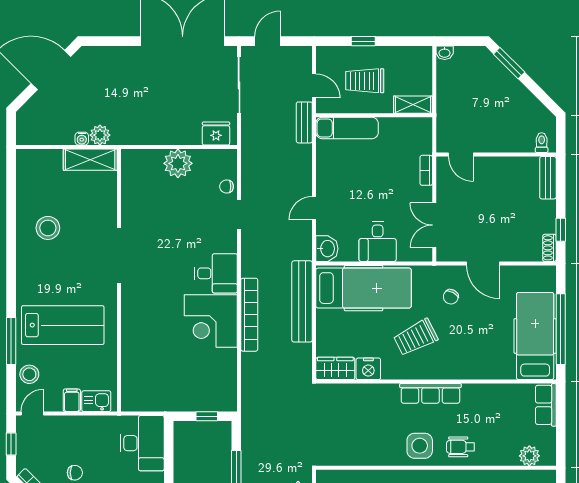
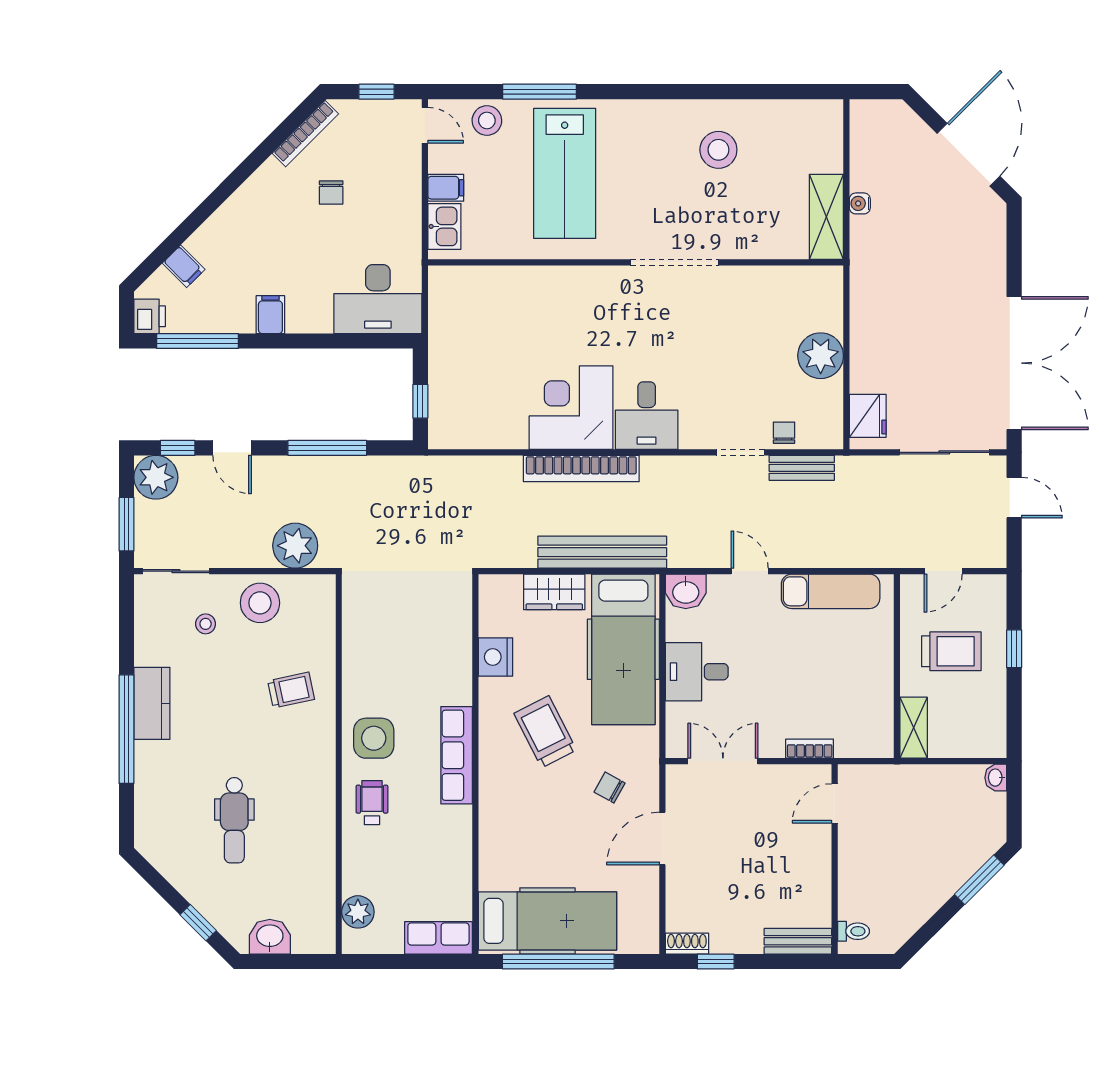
trolley: (365, 81) -> (951, 651), turned 90
bench: (304, 122) -> (802, 468), moved
exam couch: (347, 128) -> (831, 591), moved, turned -90
plant: (100, 135) -> (865, 232), removed
wardrobe: (335, 368) -> (554, 592), moved, turned 90

